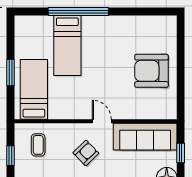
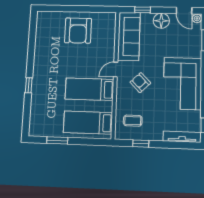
window: (78, 12) -> (29, 85), width x0.32
bed: (67, 46) -> (89, 89), moved, turned 180
window: (11, 72) -> (57, 140), moved

